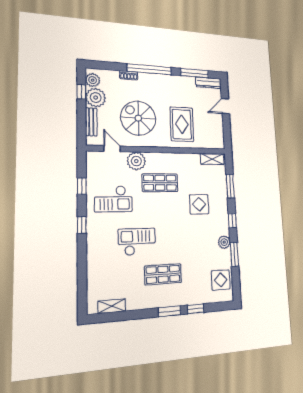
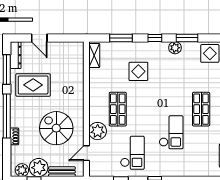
spiral stairs: (138, 118) -> (56, 128), turned 90
rug: (182, 124) -> (33, 85), moved
checkout: (137, 242) -> (171, 132), turned 180

